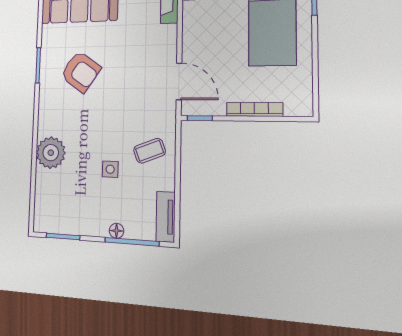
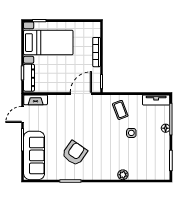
plant: (51, 153) -> (123, 175), width x0.53, depth x0.53

